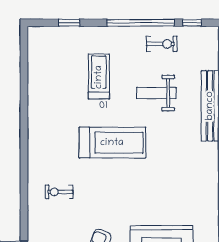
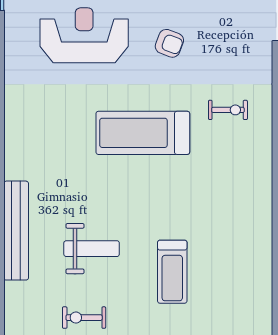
treadmill: (112, 143) -> (143, 133), moved

